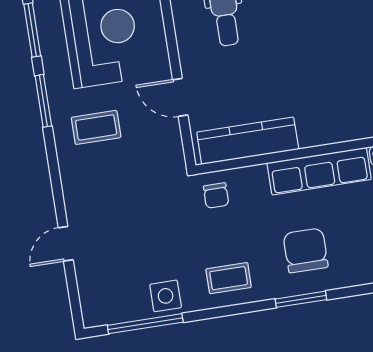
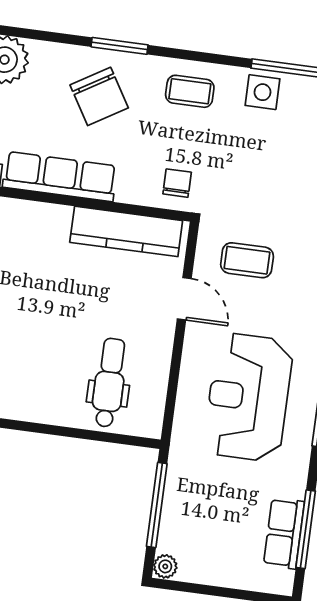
coffee table: (96, 127) -> (247, 260), moved
chair: (306, 250) -> (99, 96), turned -31

